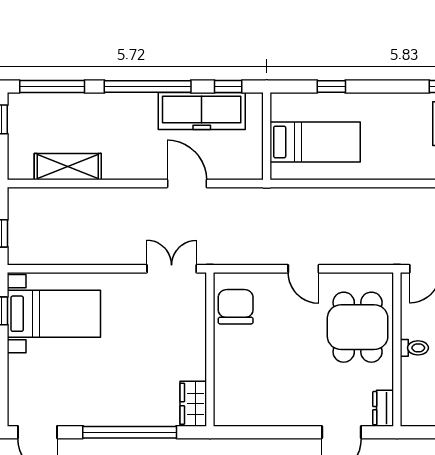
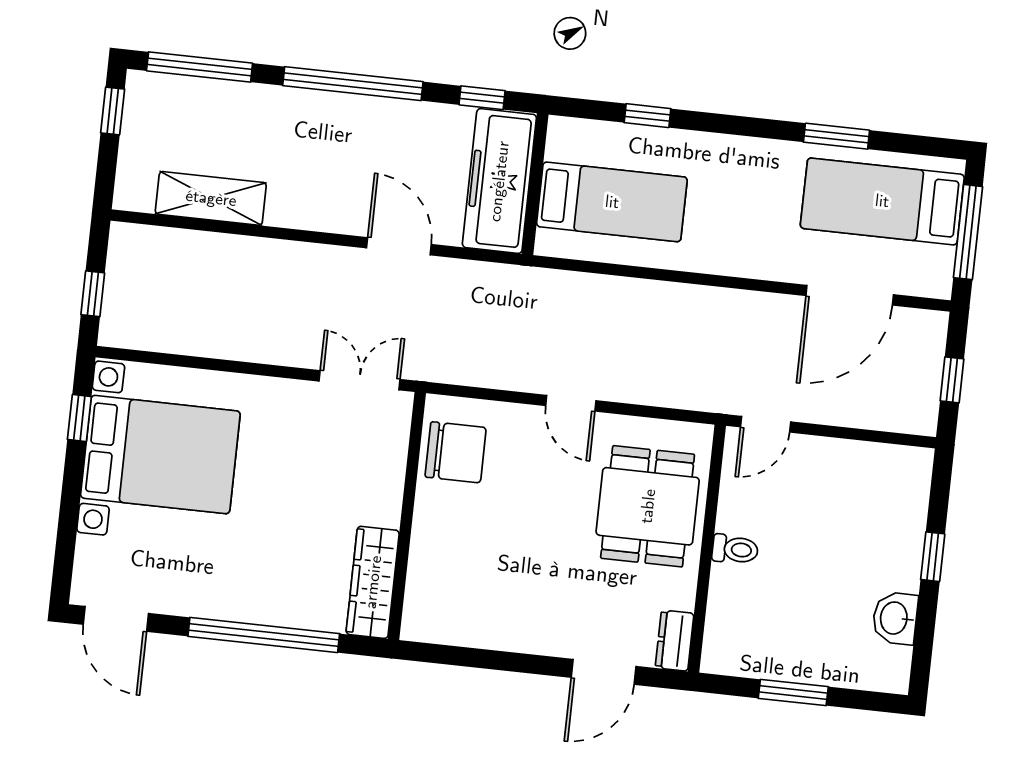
freezer: (202, 111) -> (499, 181), moved, turned 90
chair: (236, 307) -> (456, 452), turned 90
bed with nightstands: (54, 314) -> (160, 455), width x1.36
wardrobe: (193, 404) -> (373, 582), width x1.50

